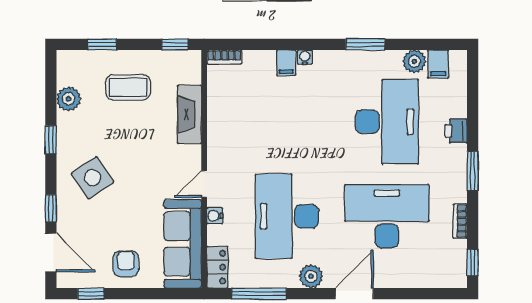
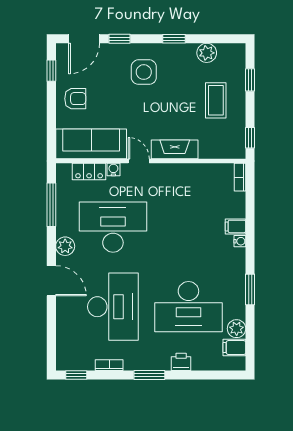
fireplace: (190, 114) -> (175, 149), moved
side table: (93, 178) -> (144, 72), turned 34
locker: (217, 267) -> (89, 172), moved

